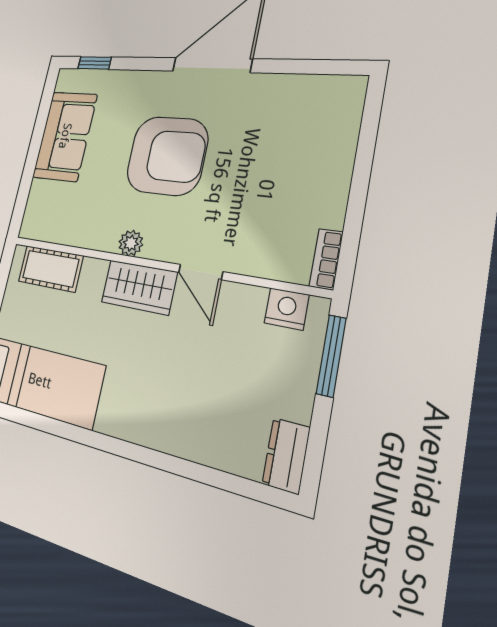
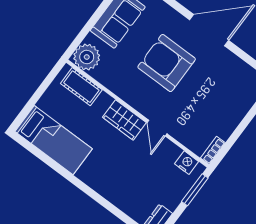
armchair: (167, 156) -> (167, 63), turned 180
plant: (131, 243) -> (87, 57), moved, width x1.88, depth x1.88

